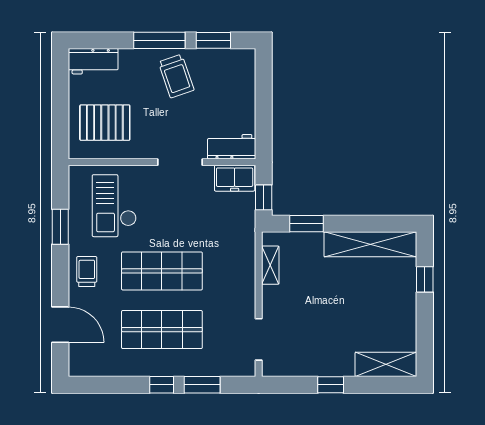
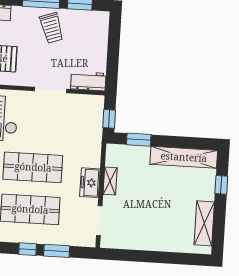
freezer: (235, 178) -> (90, 183), moved, turned 90
shelving: (270, 265) -> (110, 181), moved
shelving: (386, 364) -> (204, 223), moved, turned 90
window: (331, 385) -> (149, 257), removed

